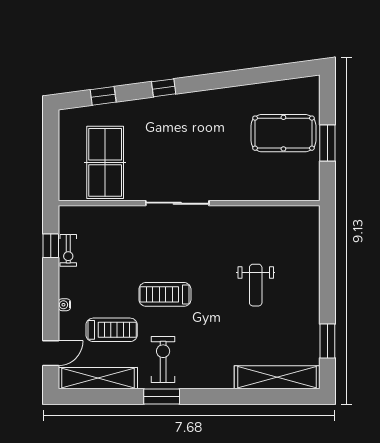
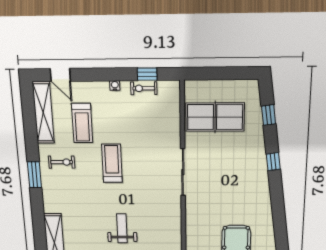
weight bench: (256, 285) -> (122, 228), turned 90
water cooler: (64, 305) -> (115, 85), moved
exercise bike: (163, 360) -> (62, 162), width x0.73, depth x0.72
window: (162, 397) -> (34, 175), moved

